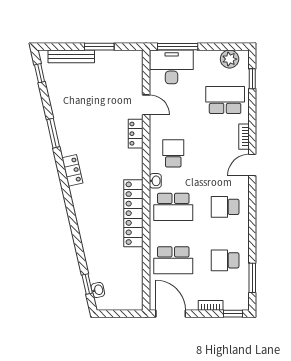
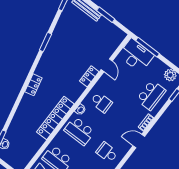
school desk: (225, 100) -> (151, 95), turned 90
school desk: (173, 153) -> (101, 102), turned 90
locker: (72, 170) -> (33, 85), moved

